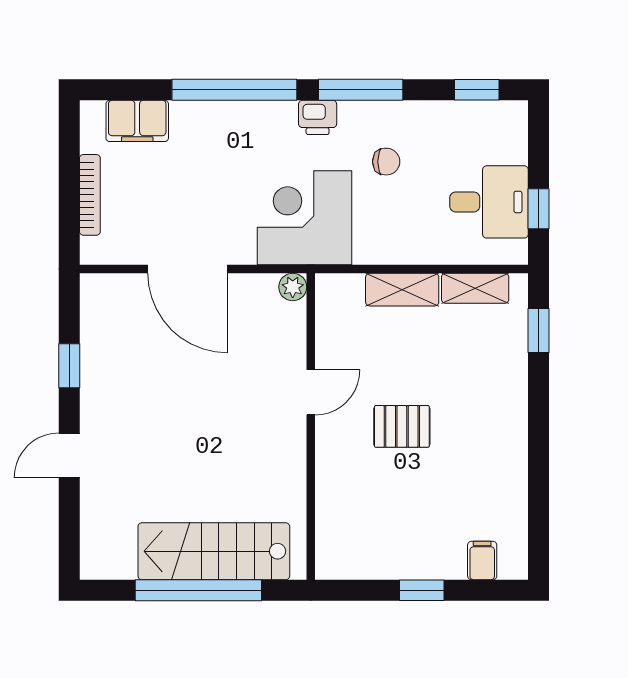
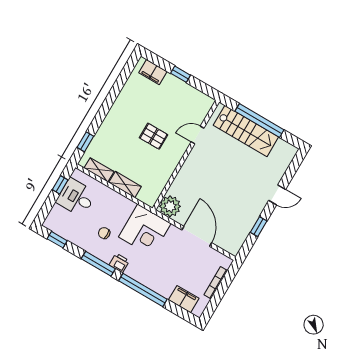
plant: (293, 287) -> (170, 206), width x1.88, depth x1.88
door: (311, 392) -> (198, 135), moved
filing cabinet: (482, 561) -> (153, 72), width x2.00

